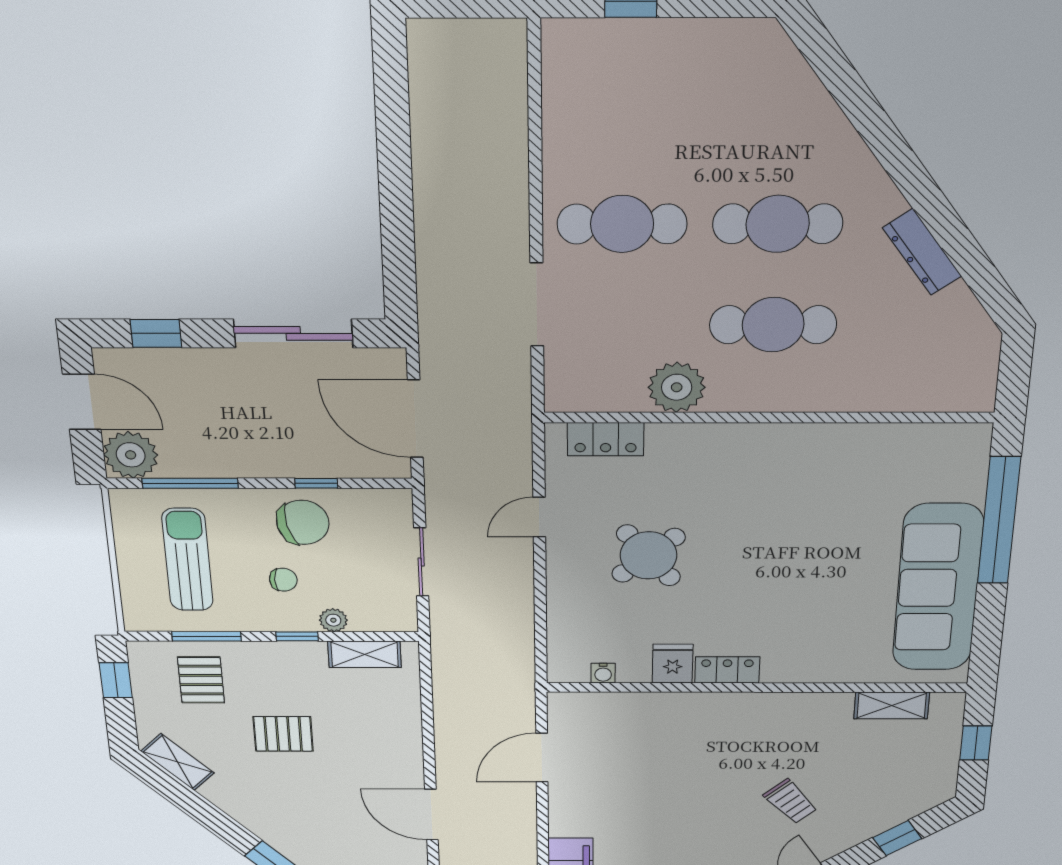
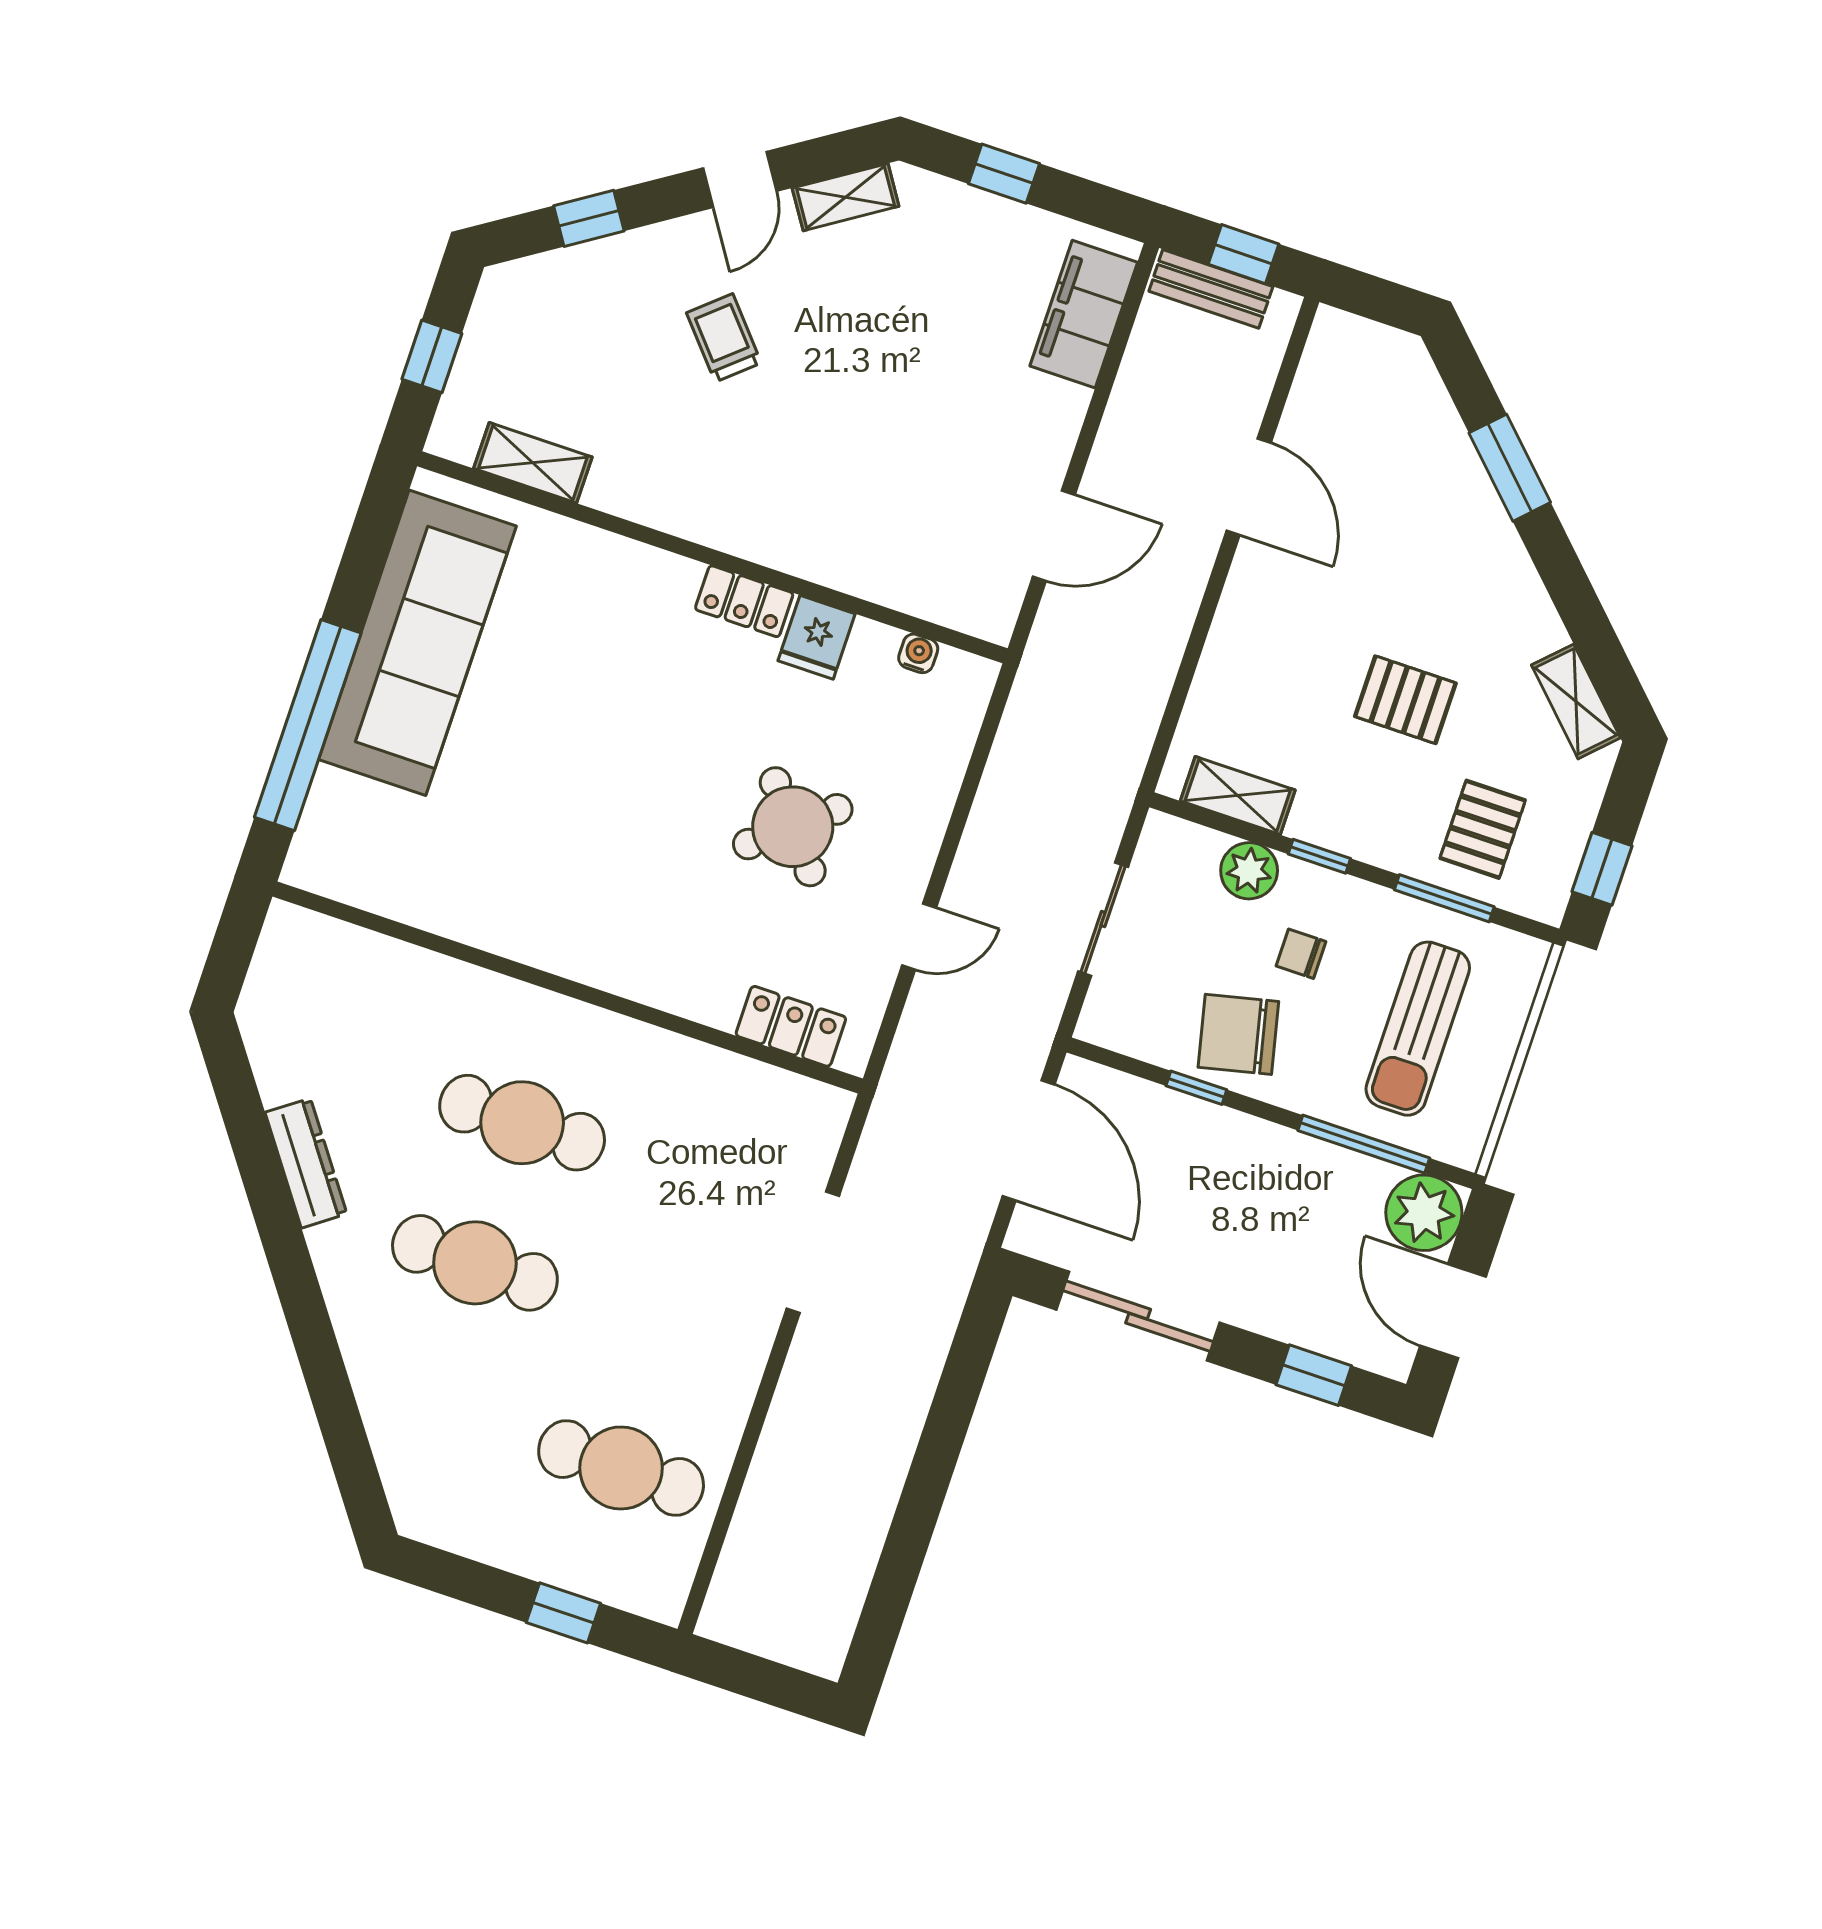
cafe table: (622, 224) -> (621, 1468), moved
plant: (677, 387) -> (673, 1073), removed
plant: (333, 620) -> (1249, 871), width x1.38, depth x1.38

